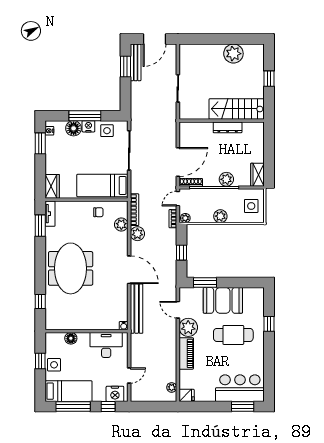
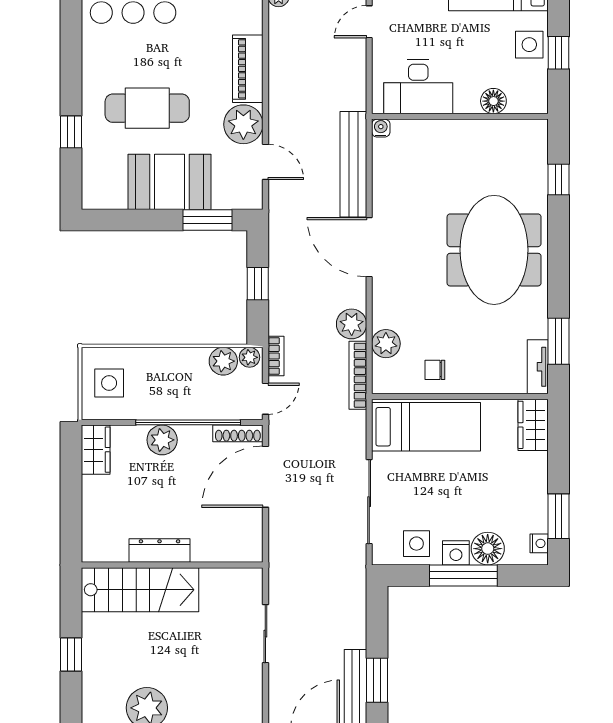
plant: (220, 216) -> (223, 361), moved

